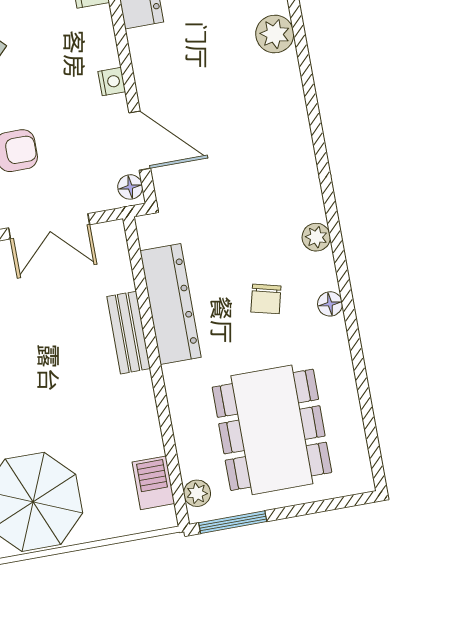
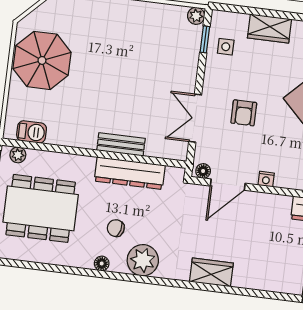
plant: (275, 34) -> (264, 280), removed
wardrobe: (289, 123) -> (211, 272), added
plant: (316, 237) -> (143, 260), width x1.88, depth x1.88

